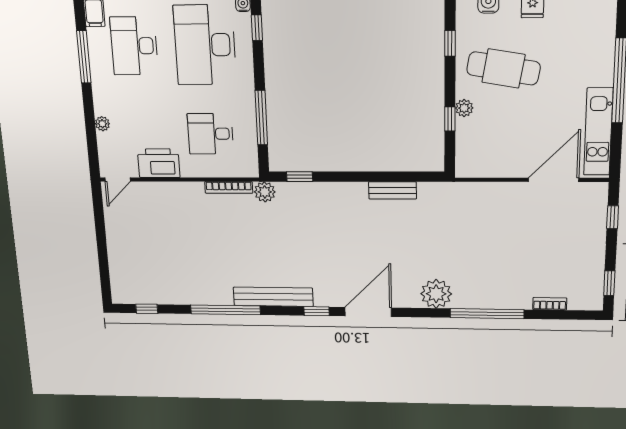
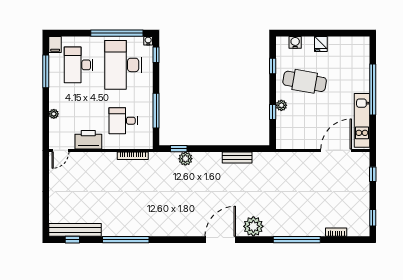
plant: (265, 192) -> (185, 159), moved
plant: (436, 294) -> (253, 226), moved
bench: (273, 297) -> (75, 230), moved
window: (317, 311) -> (186, 240), removed

